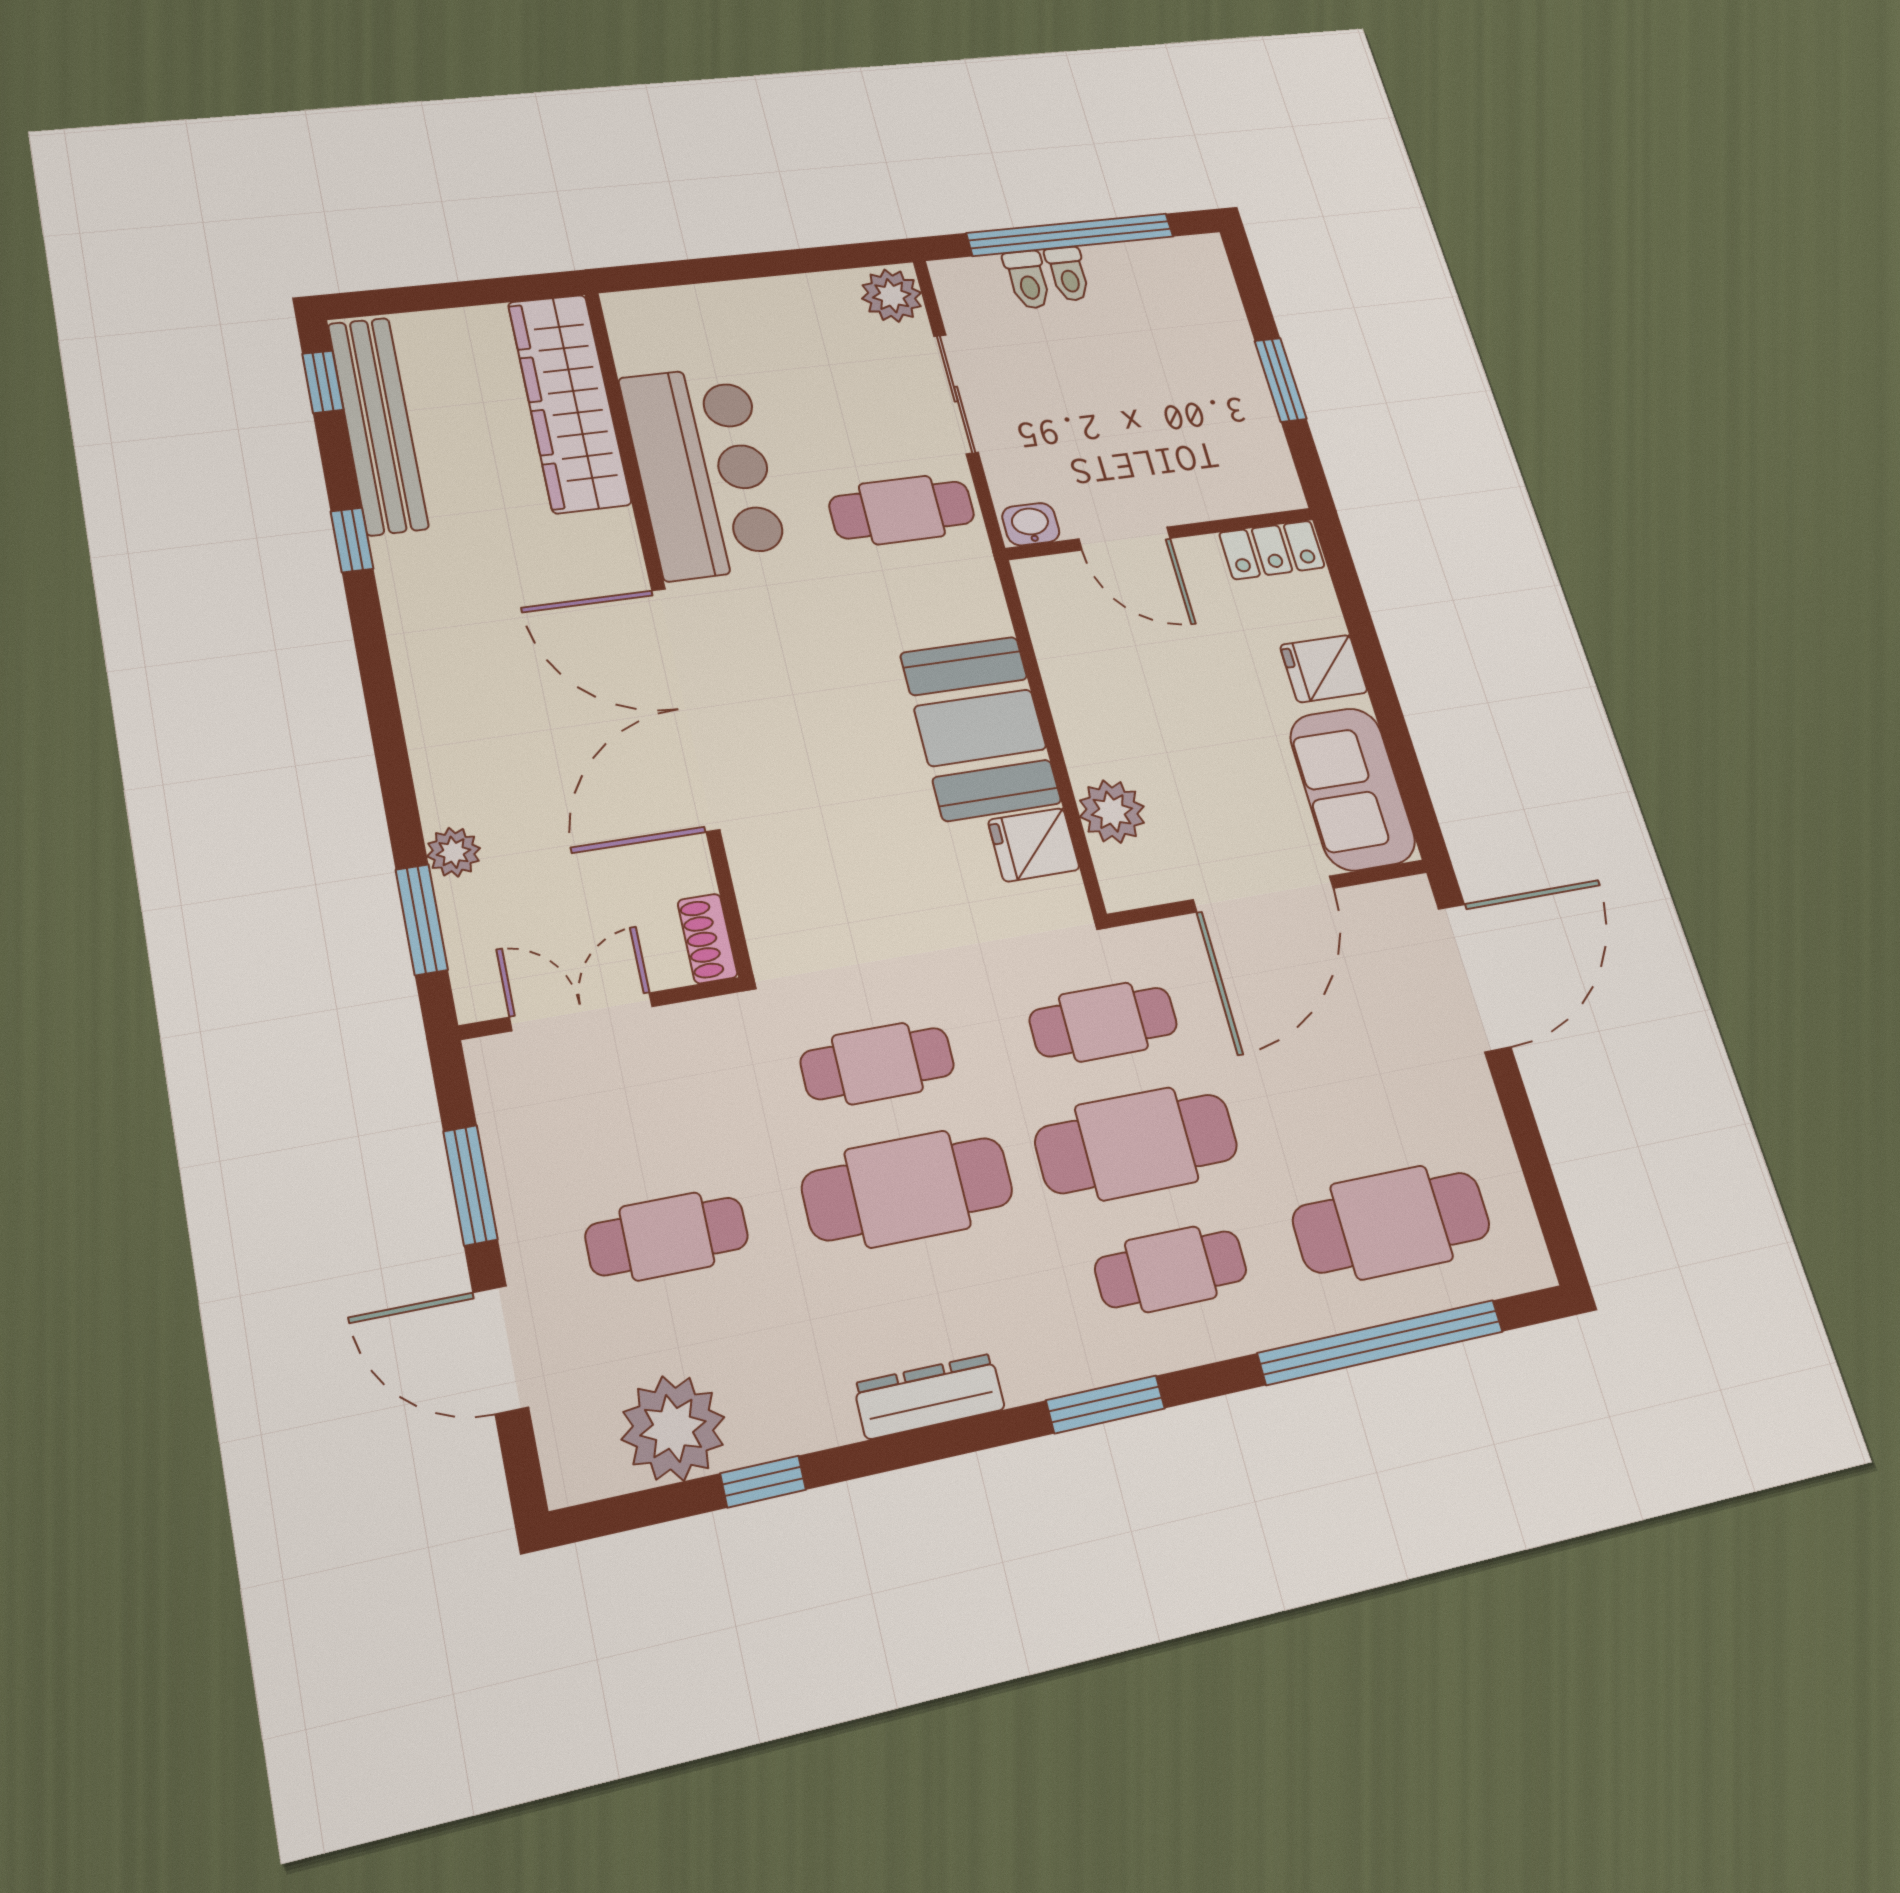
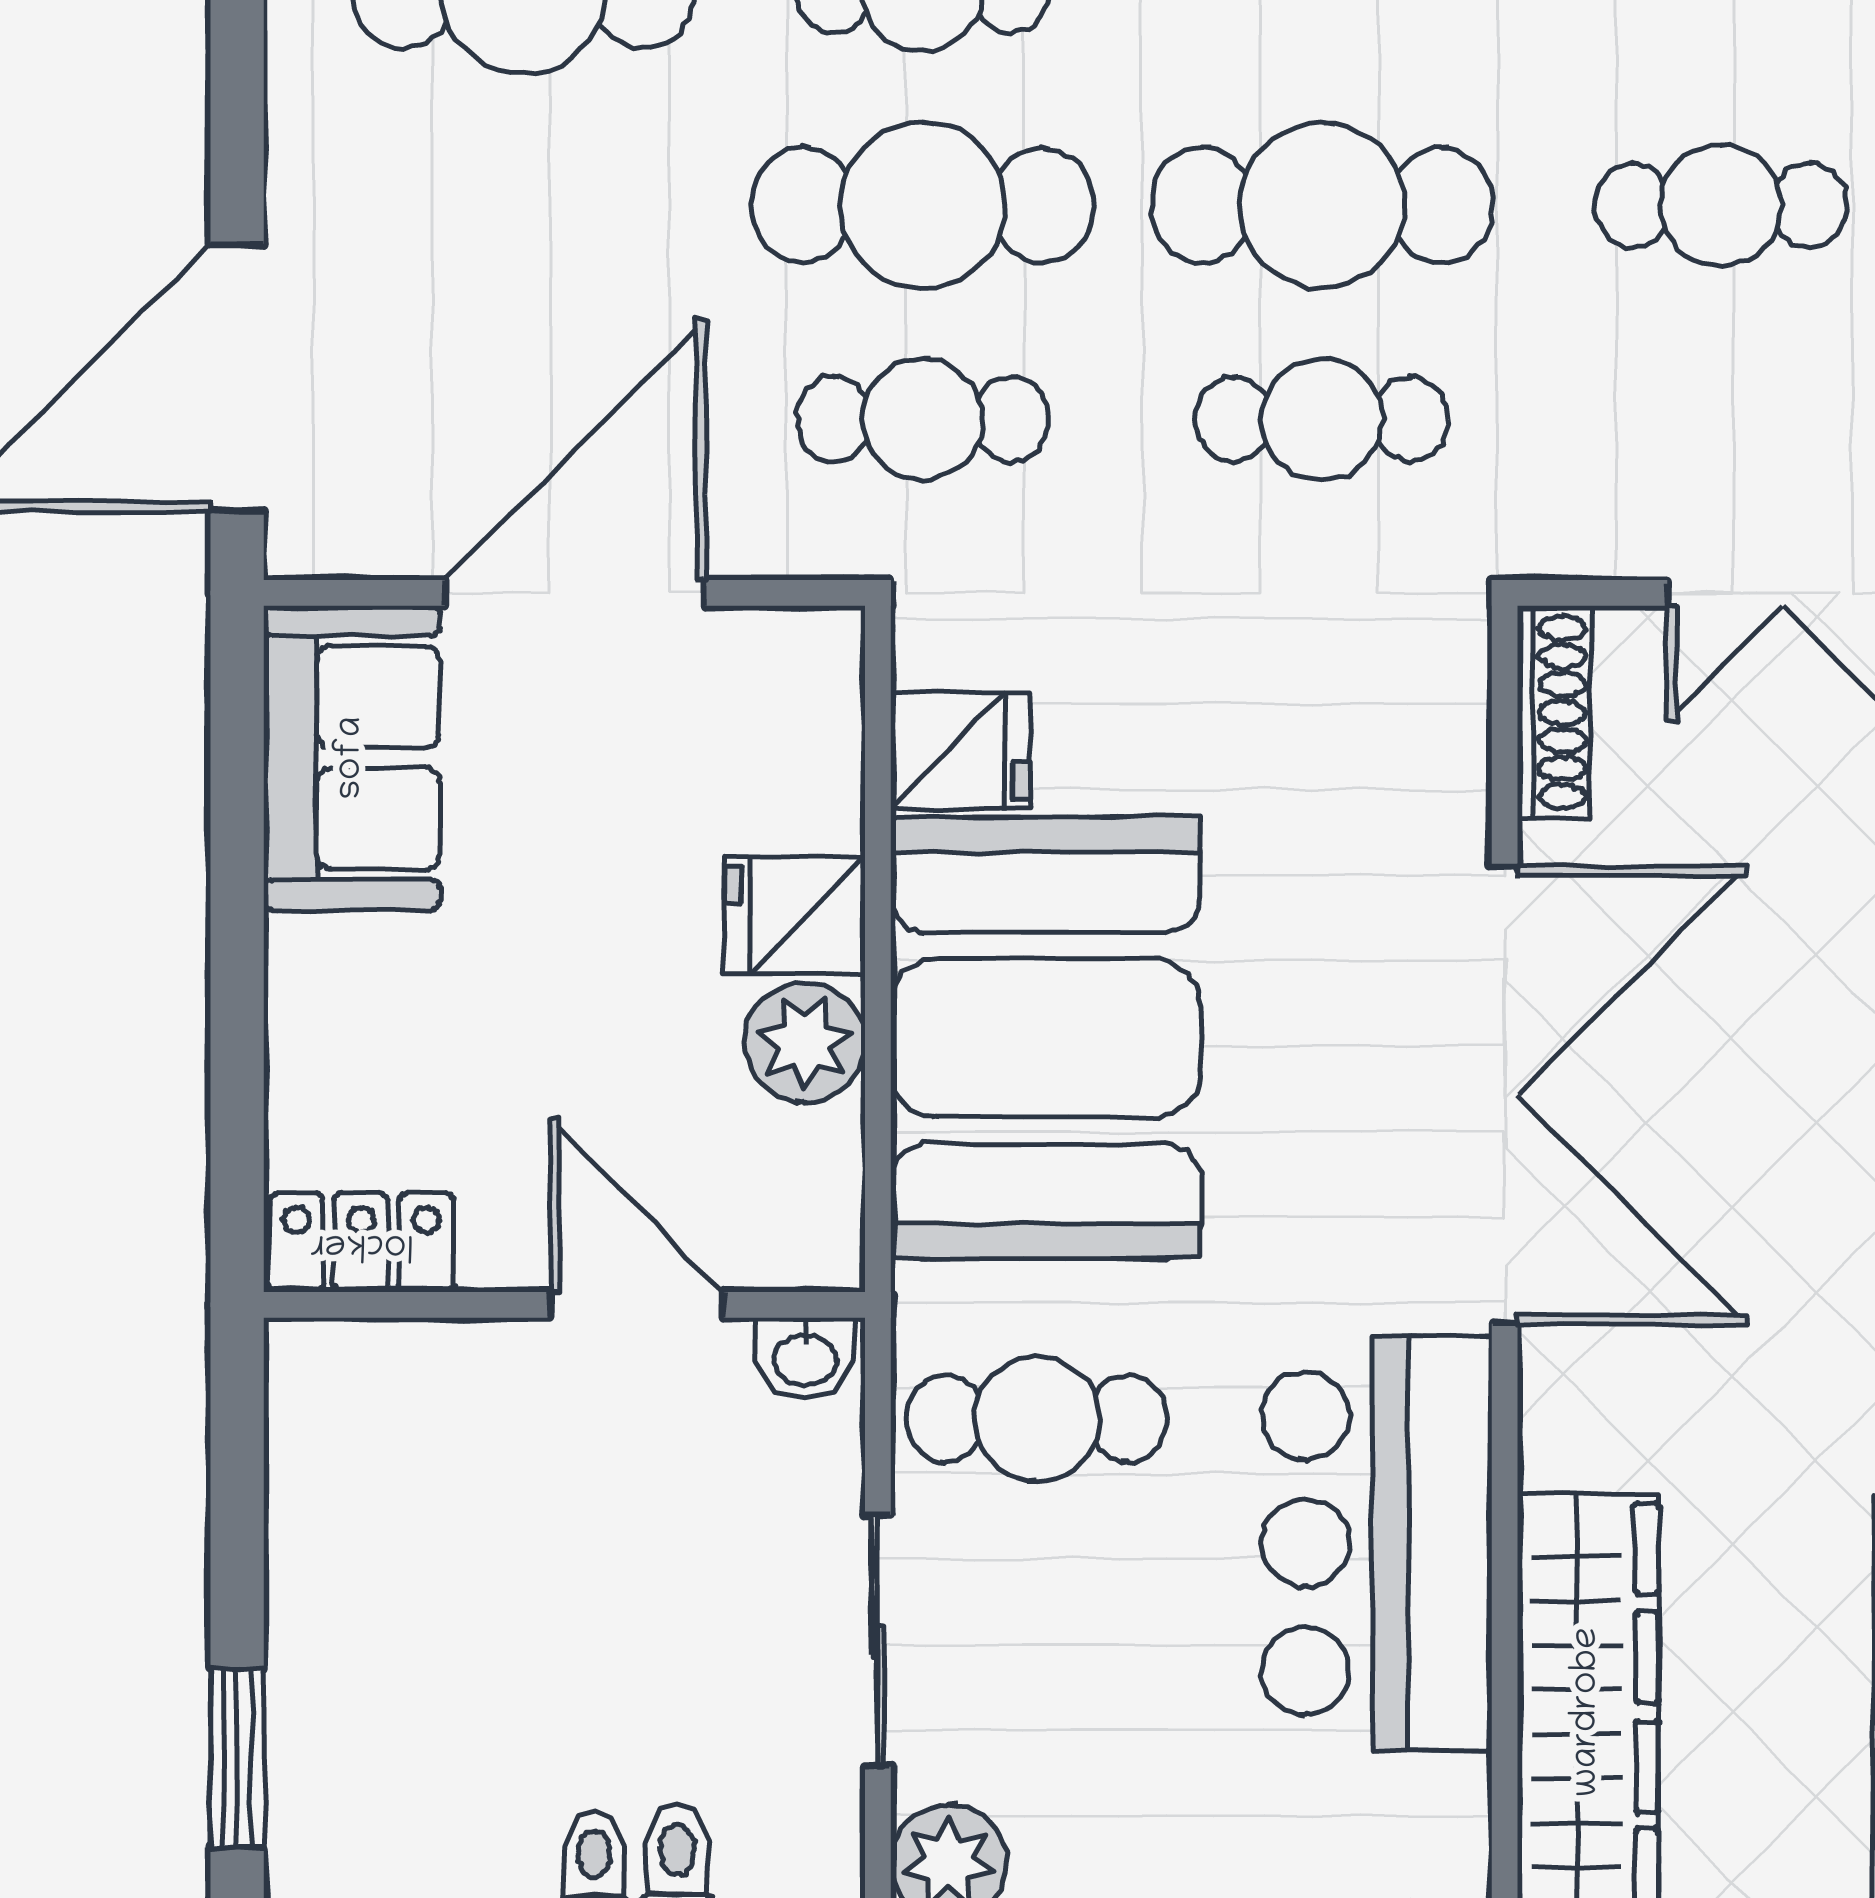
window: (1280, 380) -> (237, 1758), moved
fridge: (1324, 669) -> (795, 915), moved, turned 180
booth: (980, 728) -> (1045, 1038), width x1.36, depth x1.42
plant: (1112, 812) -> (805, 1042), moved
shoe rack: (708, 938) -> (1554, 712), width x1.43

